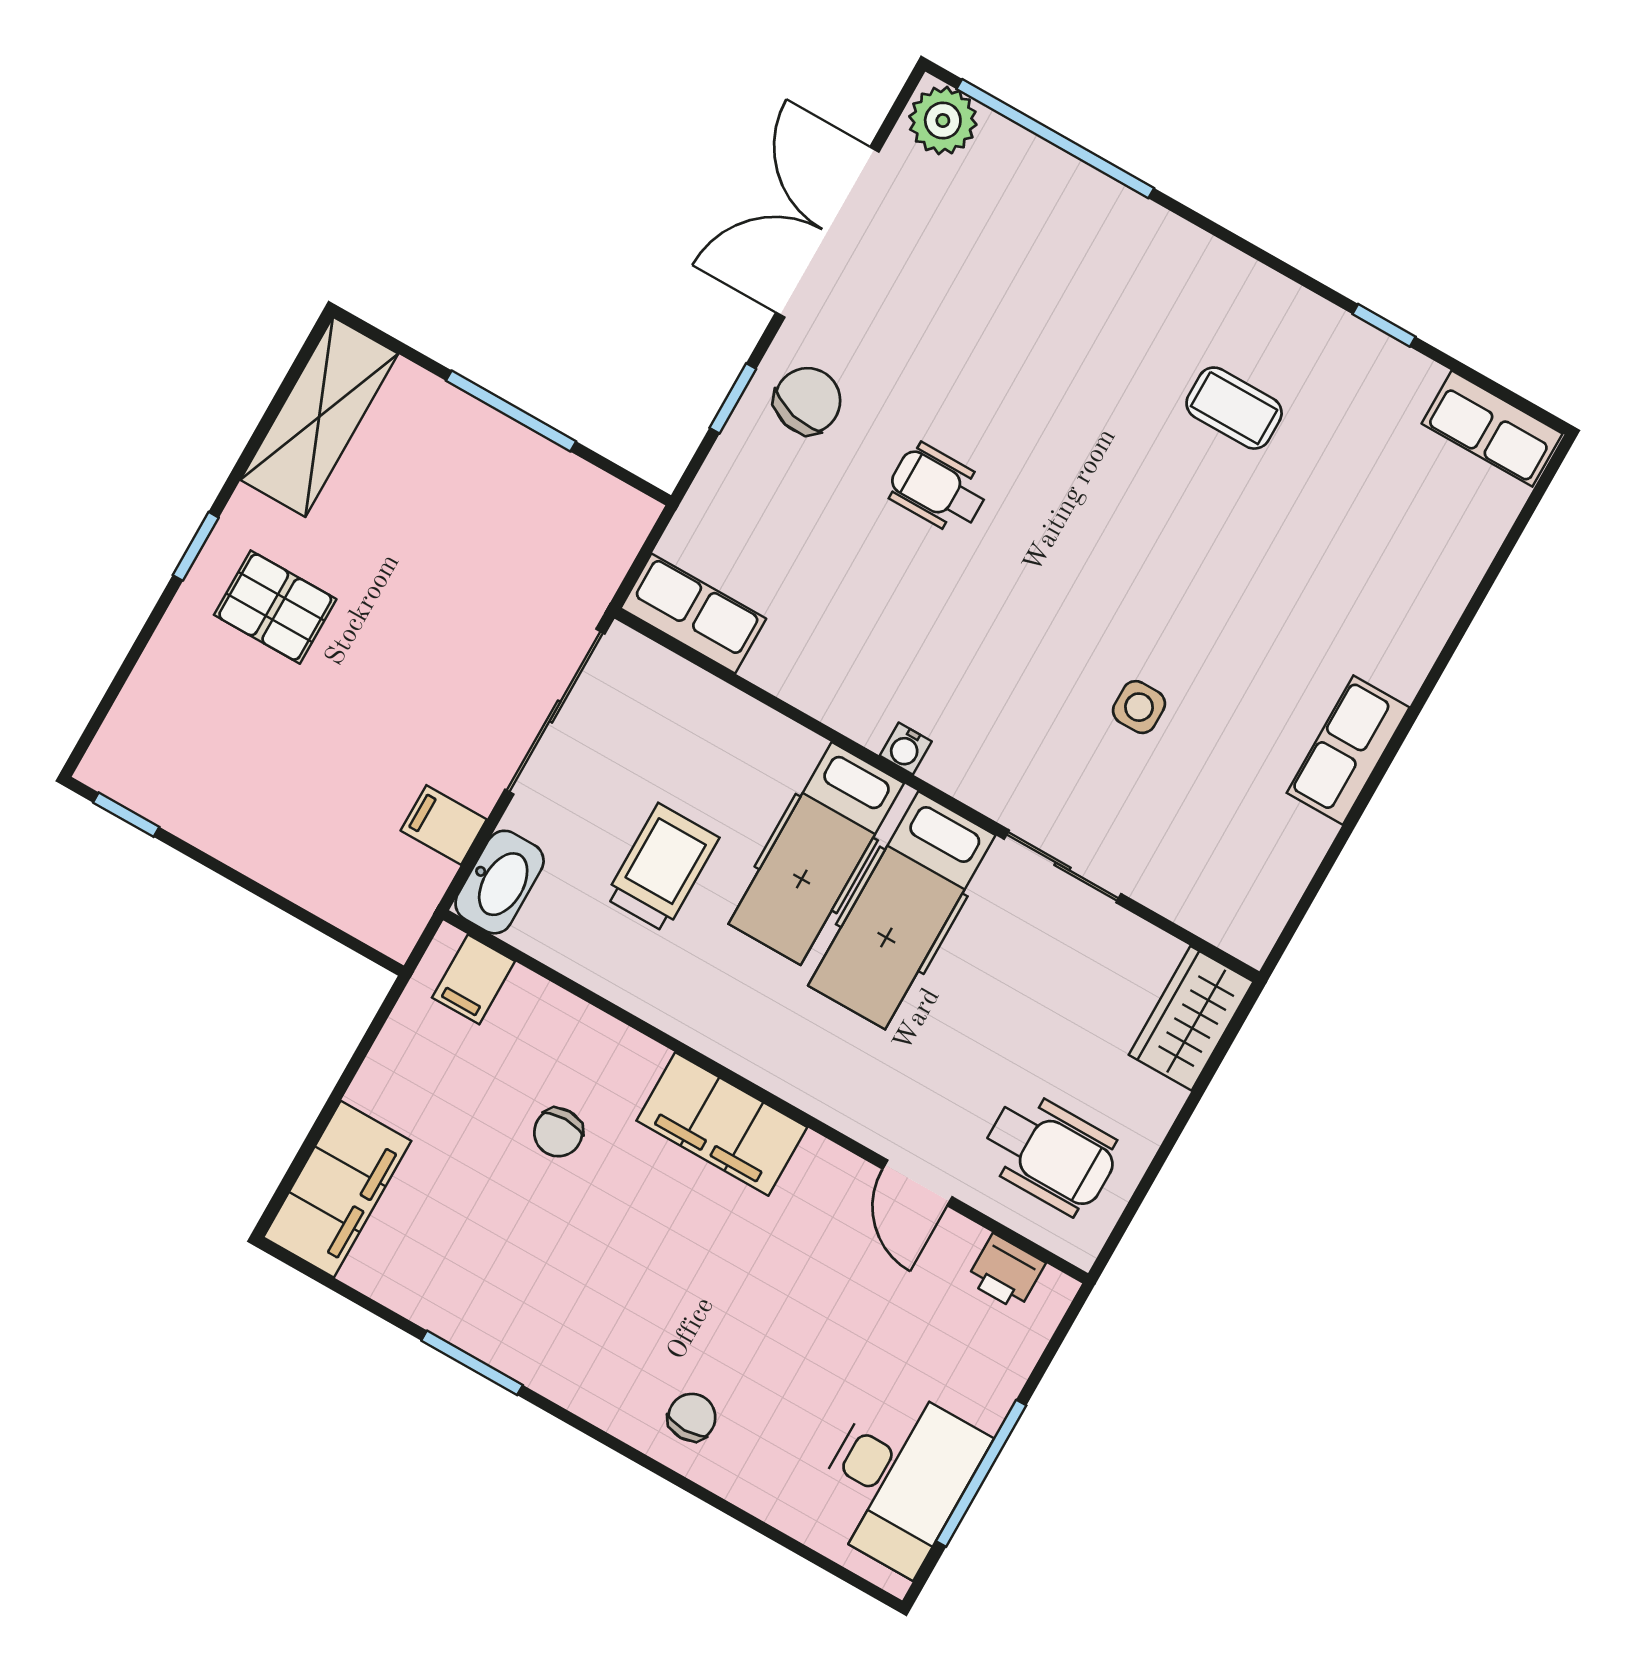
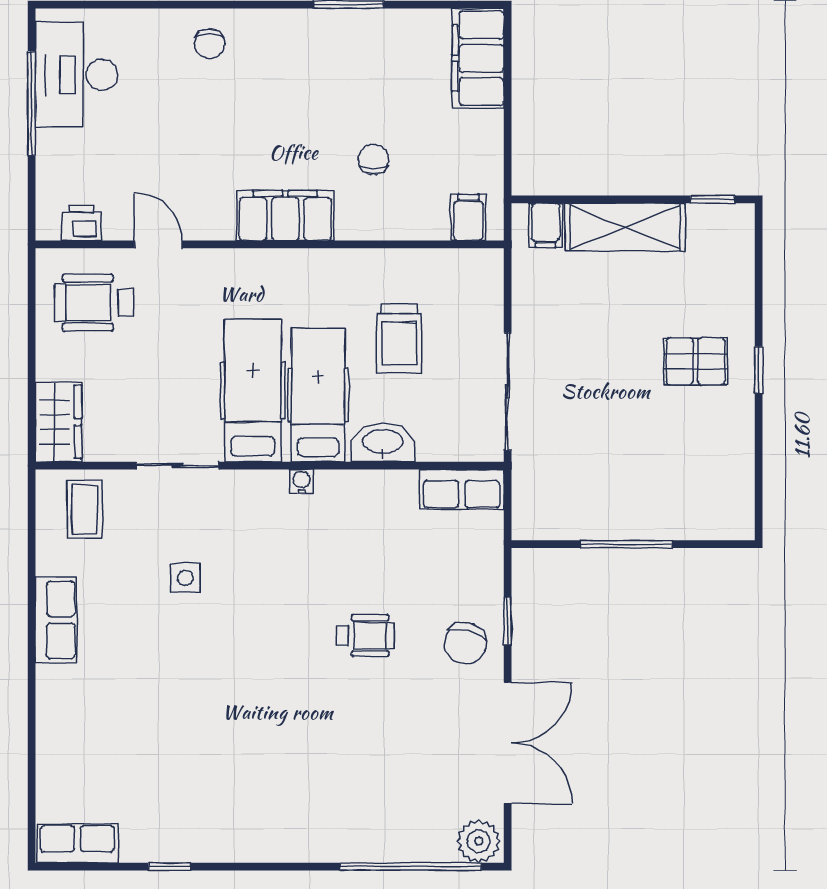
coffee table: (1234, 408) -> (85, 509), moved, turned 90
shelving: (319, 417) -> (625, 227), moved, turned 90
filing cabinet: (444, 825) -> (546, 225), moved, turned 90
washbasin: (500, 882) -> (383, 443), moved, turned 90

